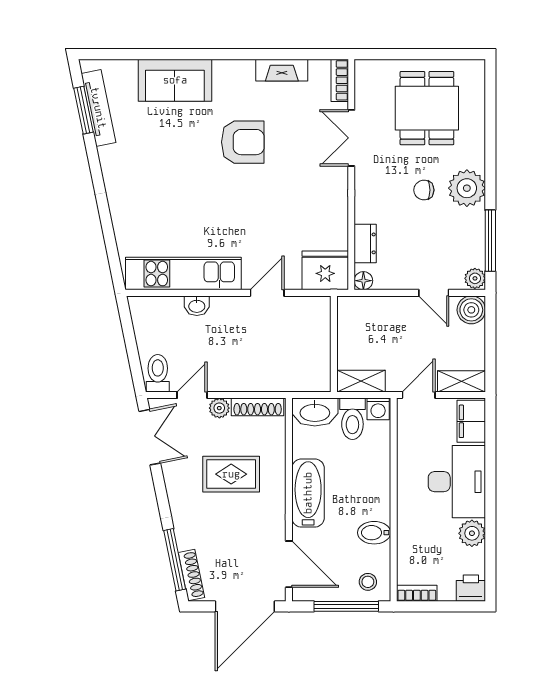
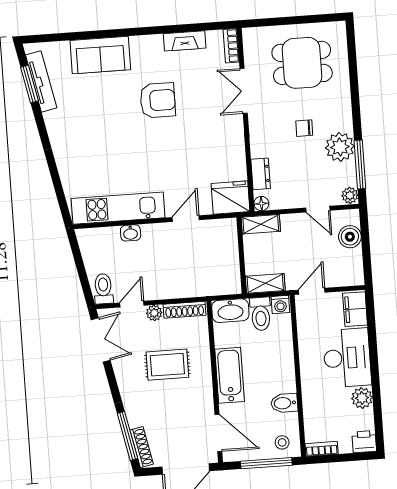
dining table: (427, 108) -> (302, 63), turned 90
plant: (467, 188) -> (340, 147), moved
boiler: (471, 310) -> (350, 237), moved
shelving: (461, 381) -> (261, 224), moved

